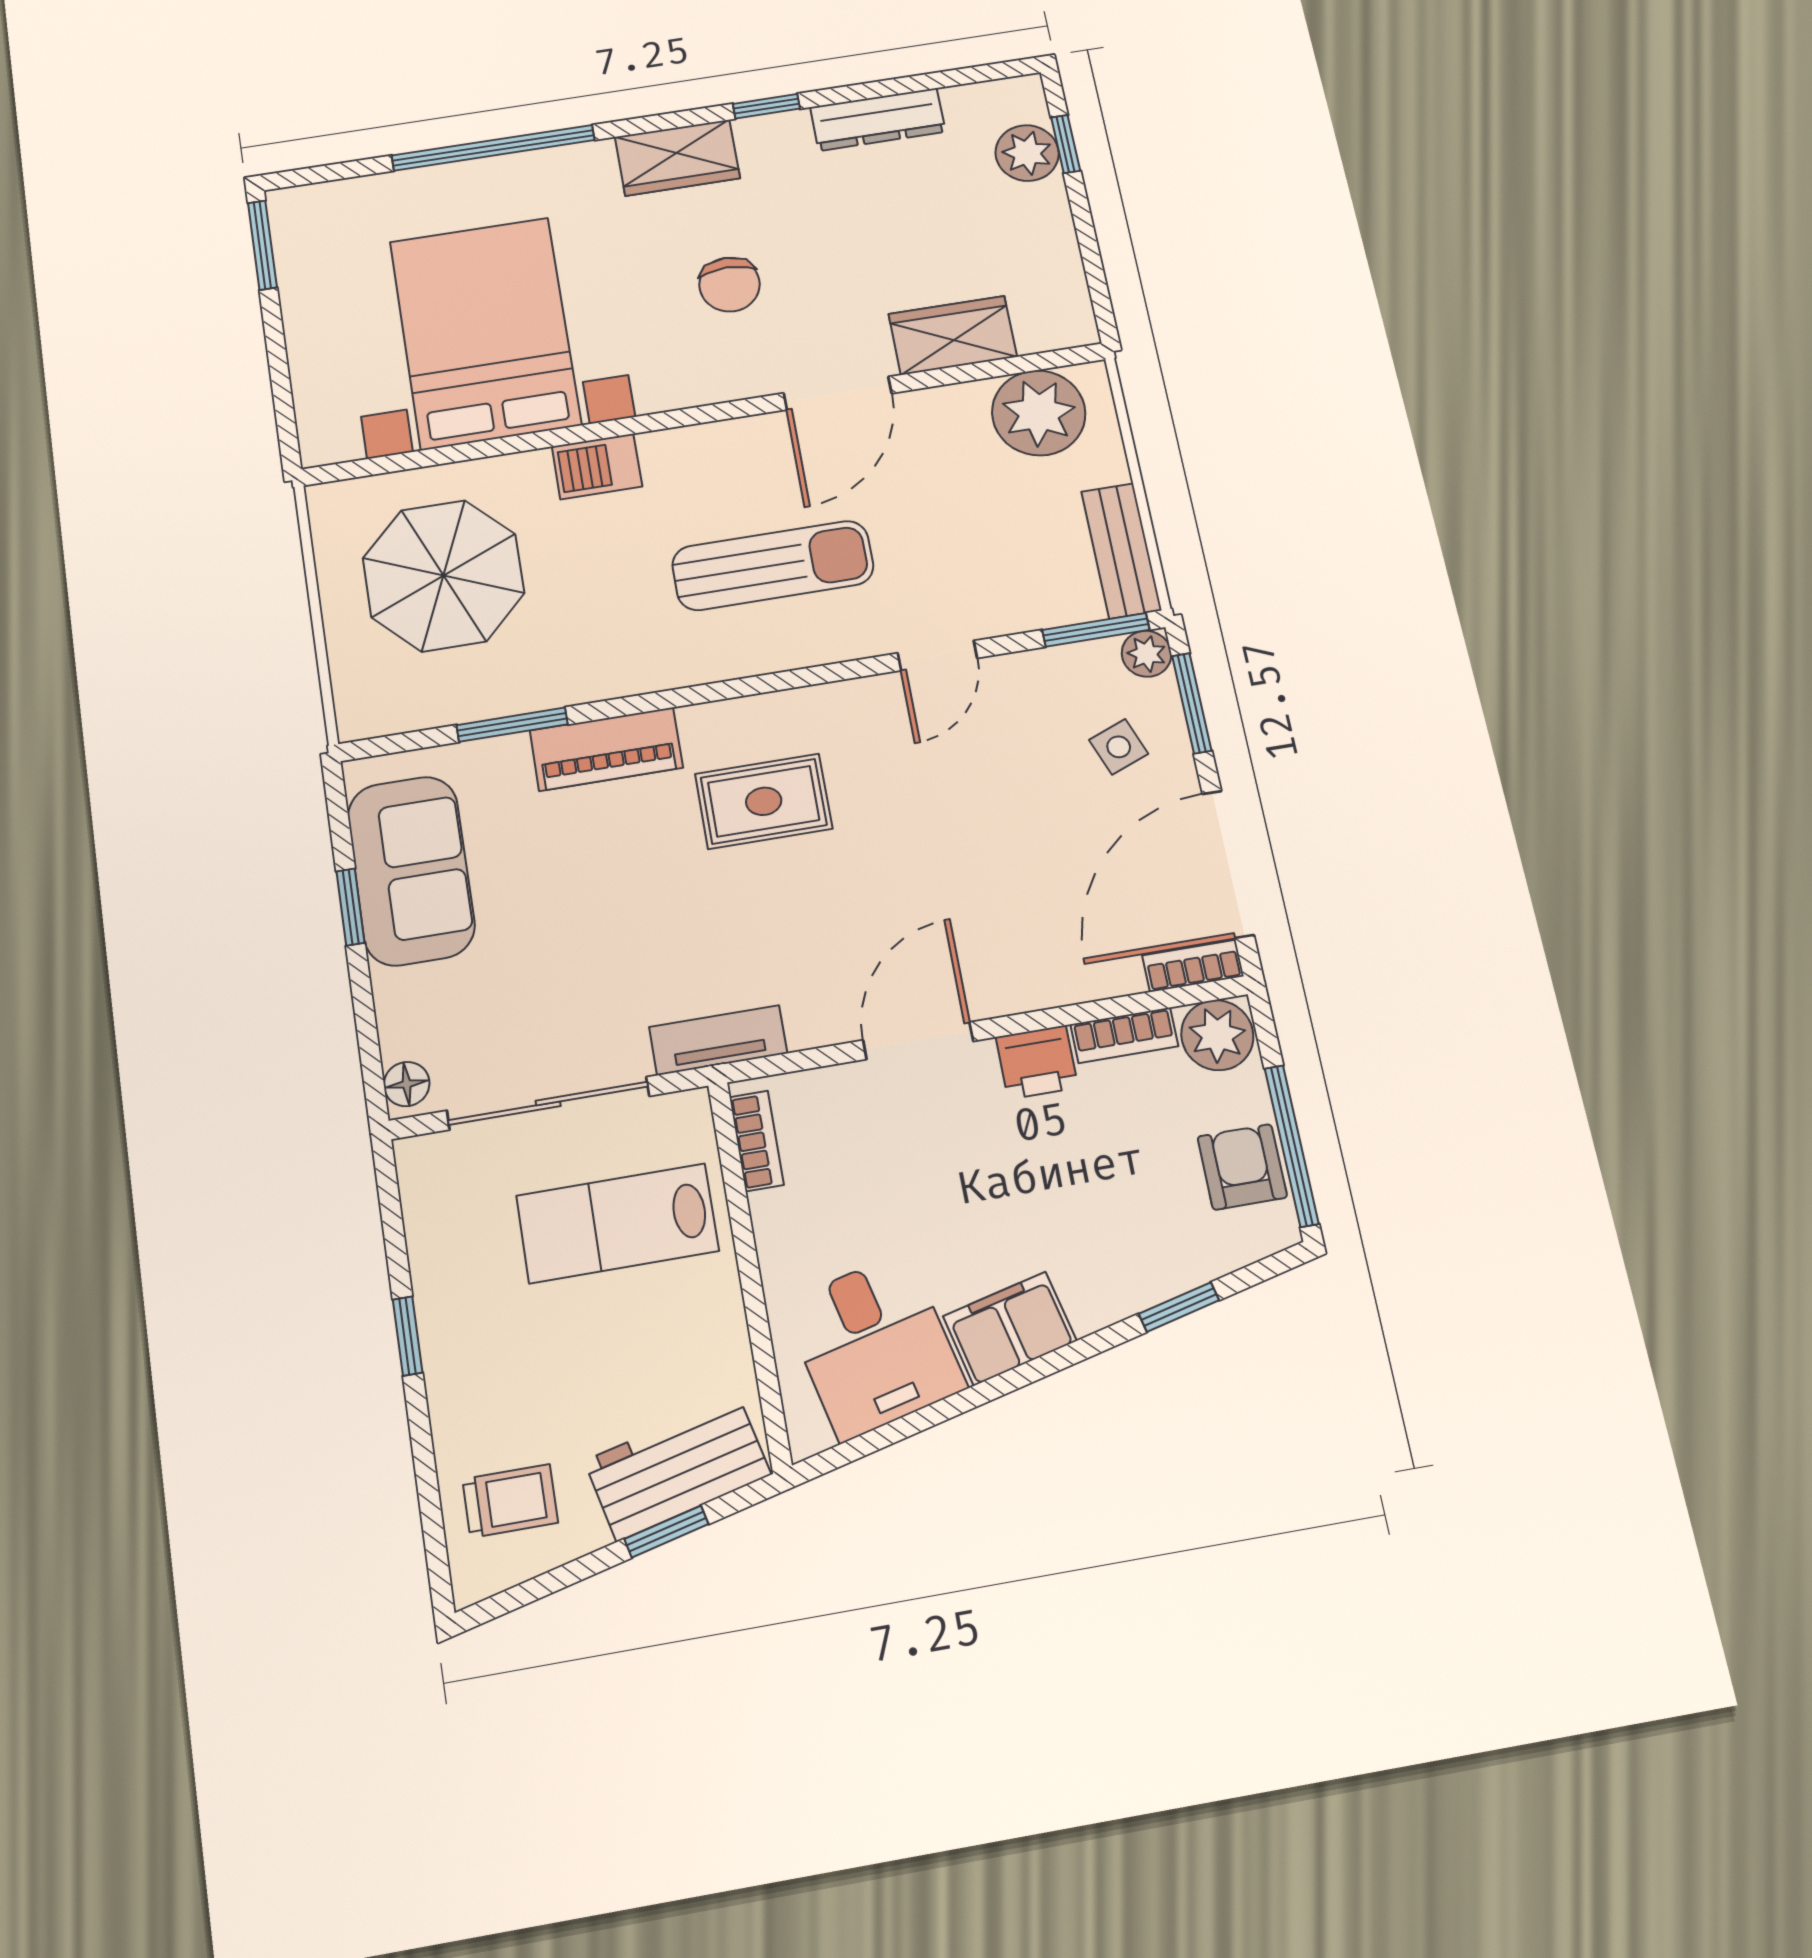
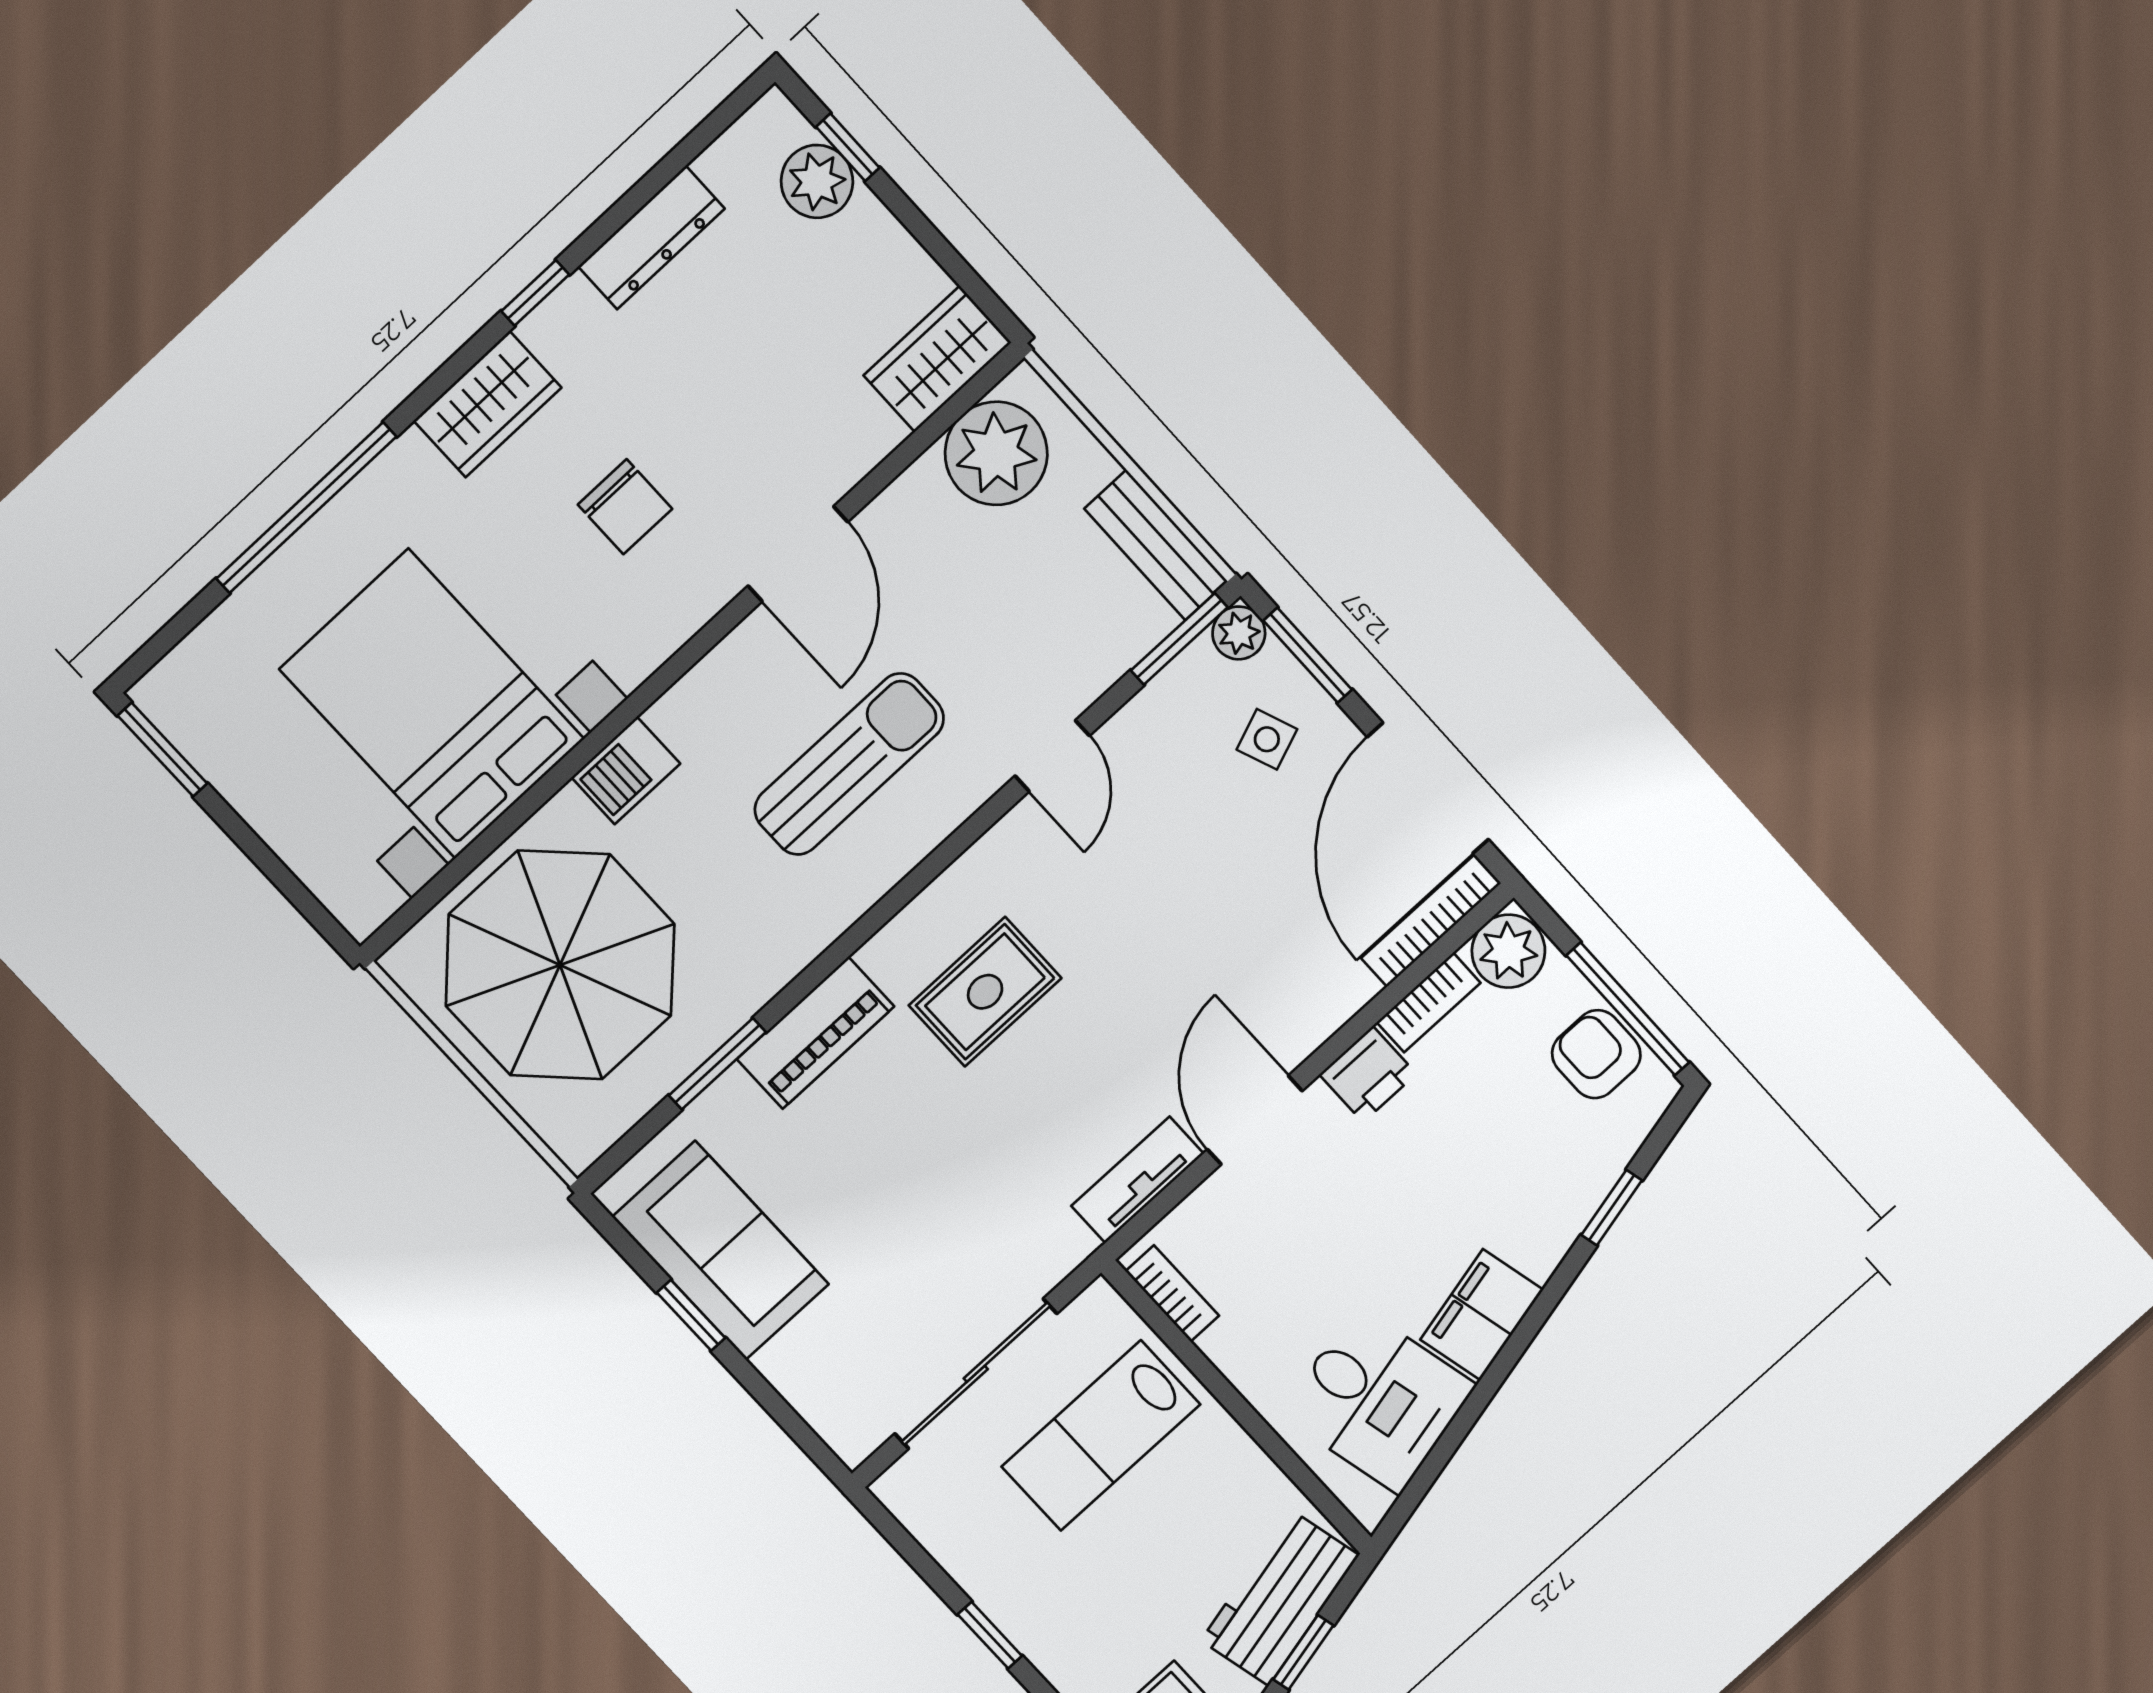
wardrobe: (953, 335) -> (937, 359), moved
parasol: (444, 576) -> (560, 965), width x1.36, depth x1.36
bookcase: (1193, 966) -> (1431, 921), width x1.56
tv unit: (718, 1040) -> (1137, 1180), moved
floor lamp: (407, 1084) -> (845, 1434), removed

